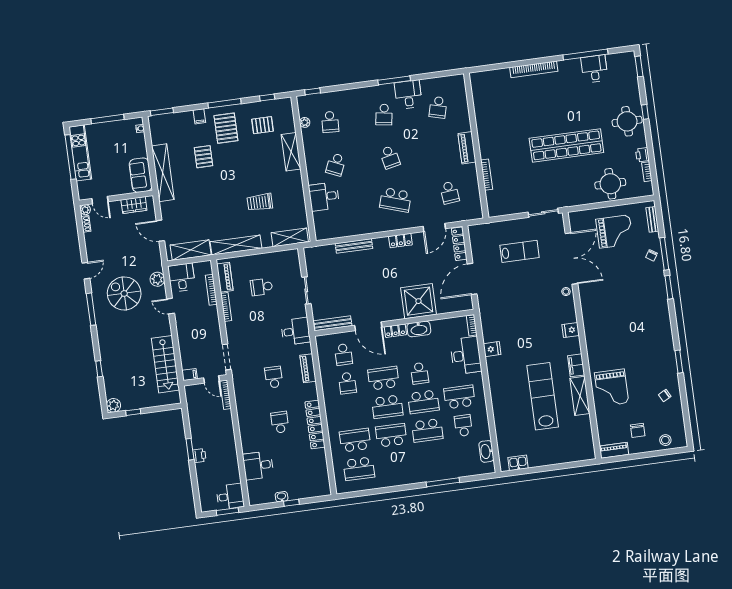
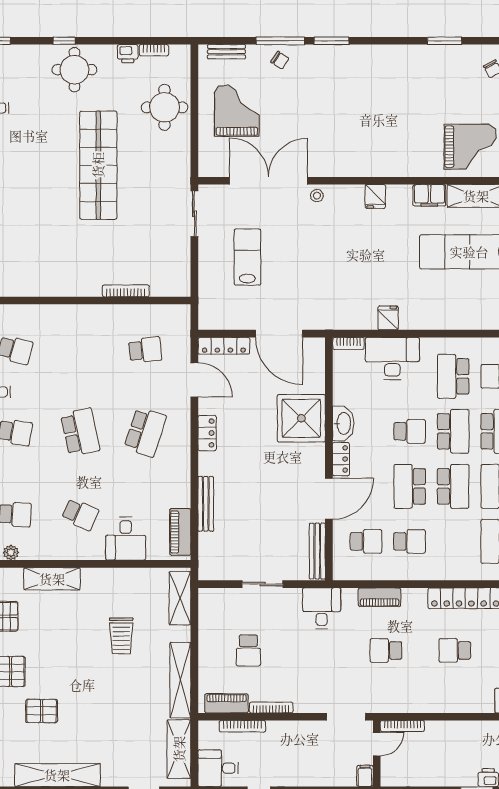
piano: (467, 148) -> (180, 532), moved, turned 90
school desk: (390, 157) -> (80, 432), width x1.85

